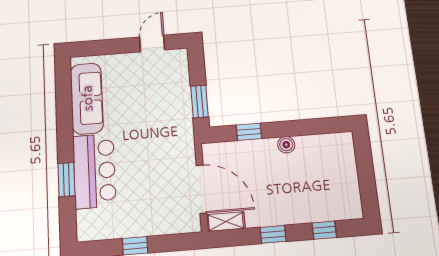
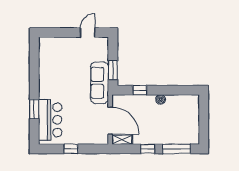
sofa: (87, 98) -> (100, 83), moved, turned 180
bar counter: (94, 171) -> (50, 120), moved
window: (324, 230) -> (176, 149), width x2.17

